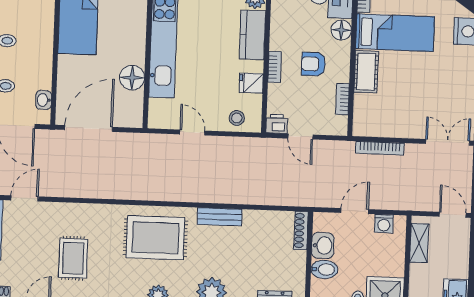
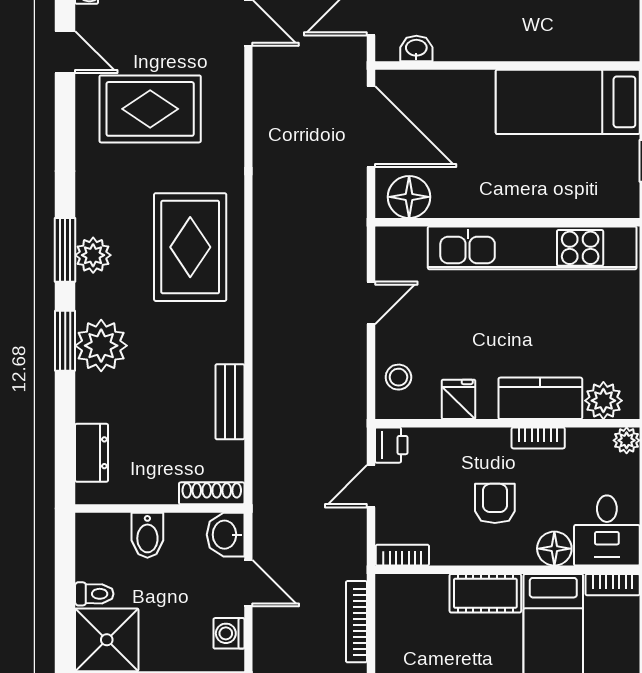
bookcase: (275, 67) -> (538, 438), moved
floor lamp: (132, 78) -> (409, 197), moved
bookcase: (343, 99) -> (402, 555), moved
bench: (220, 217) -> (230, 402), moved
washbasin: (323, 245) -> (226, 535), moved, turned 90
rug: (73, 258) -> (150, 109), width x1.36, depth x1.43

